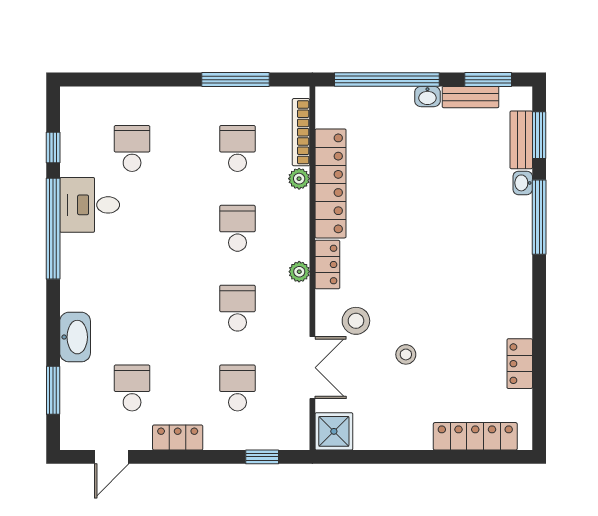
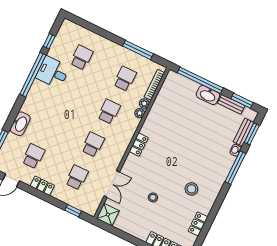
washbasin: (427, 97) -> (208, 95), width x1.91, depth x1.45
locker: (331, 183) -> (156, 112), removed
plant: (299, 272) -> (140, 113), moved
stool: (356, 321) -> (191, 189), moved

